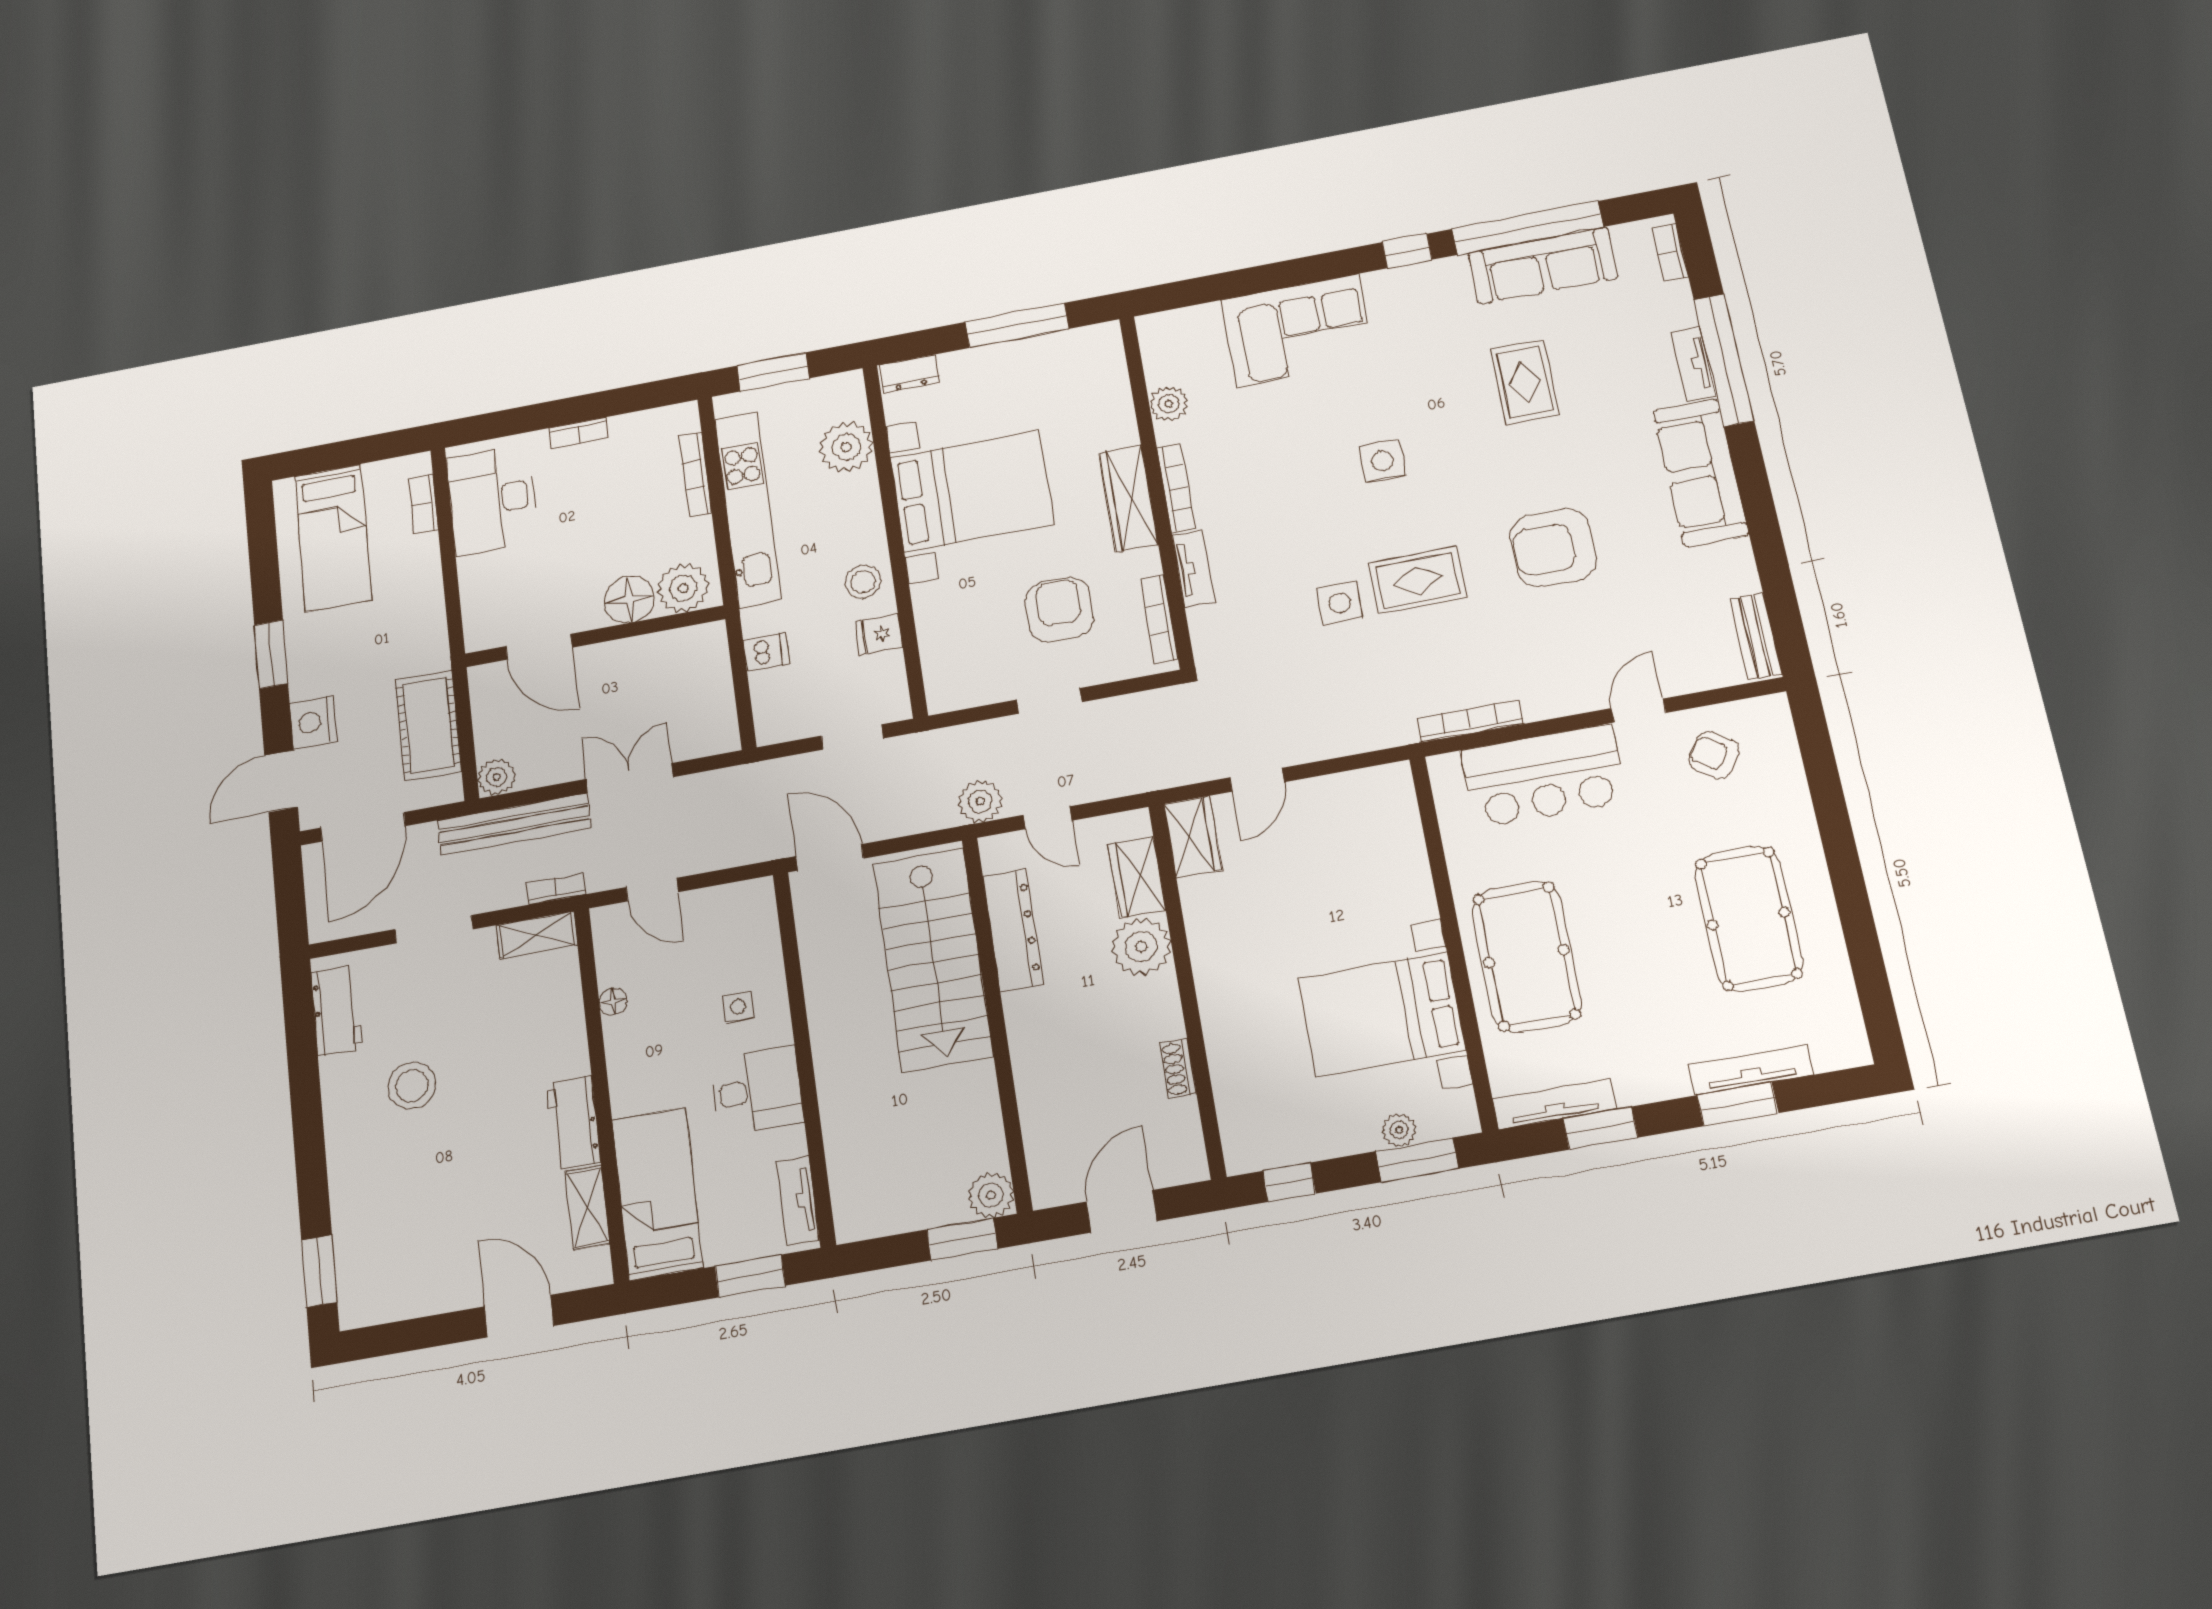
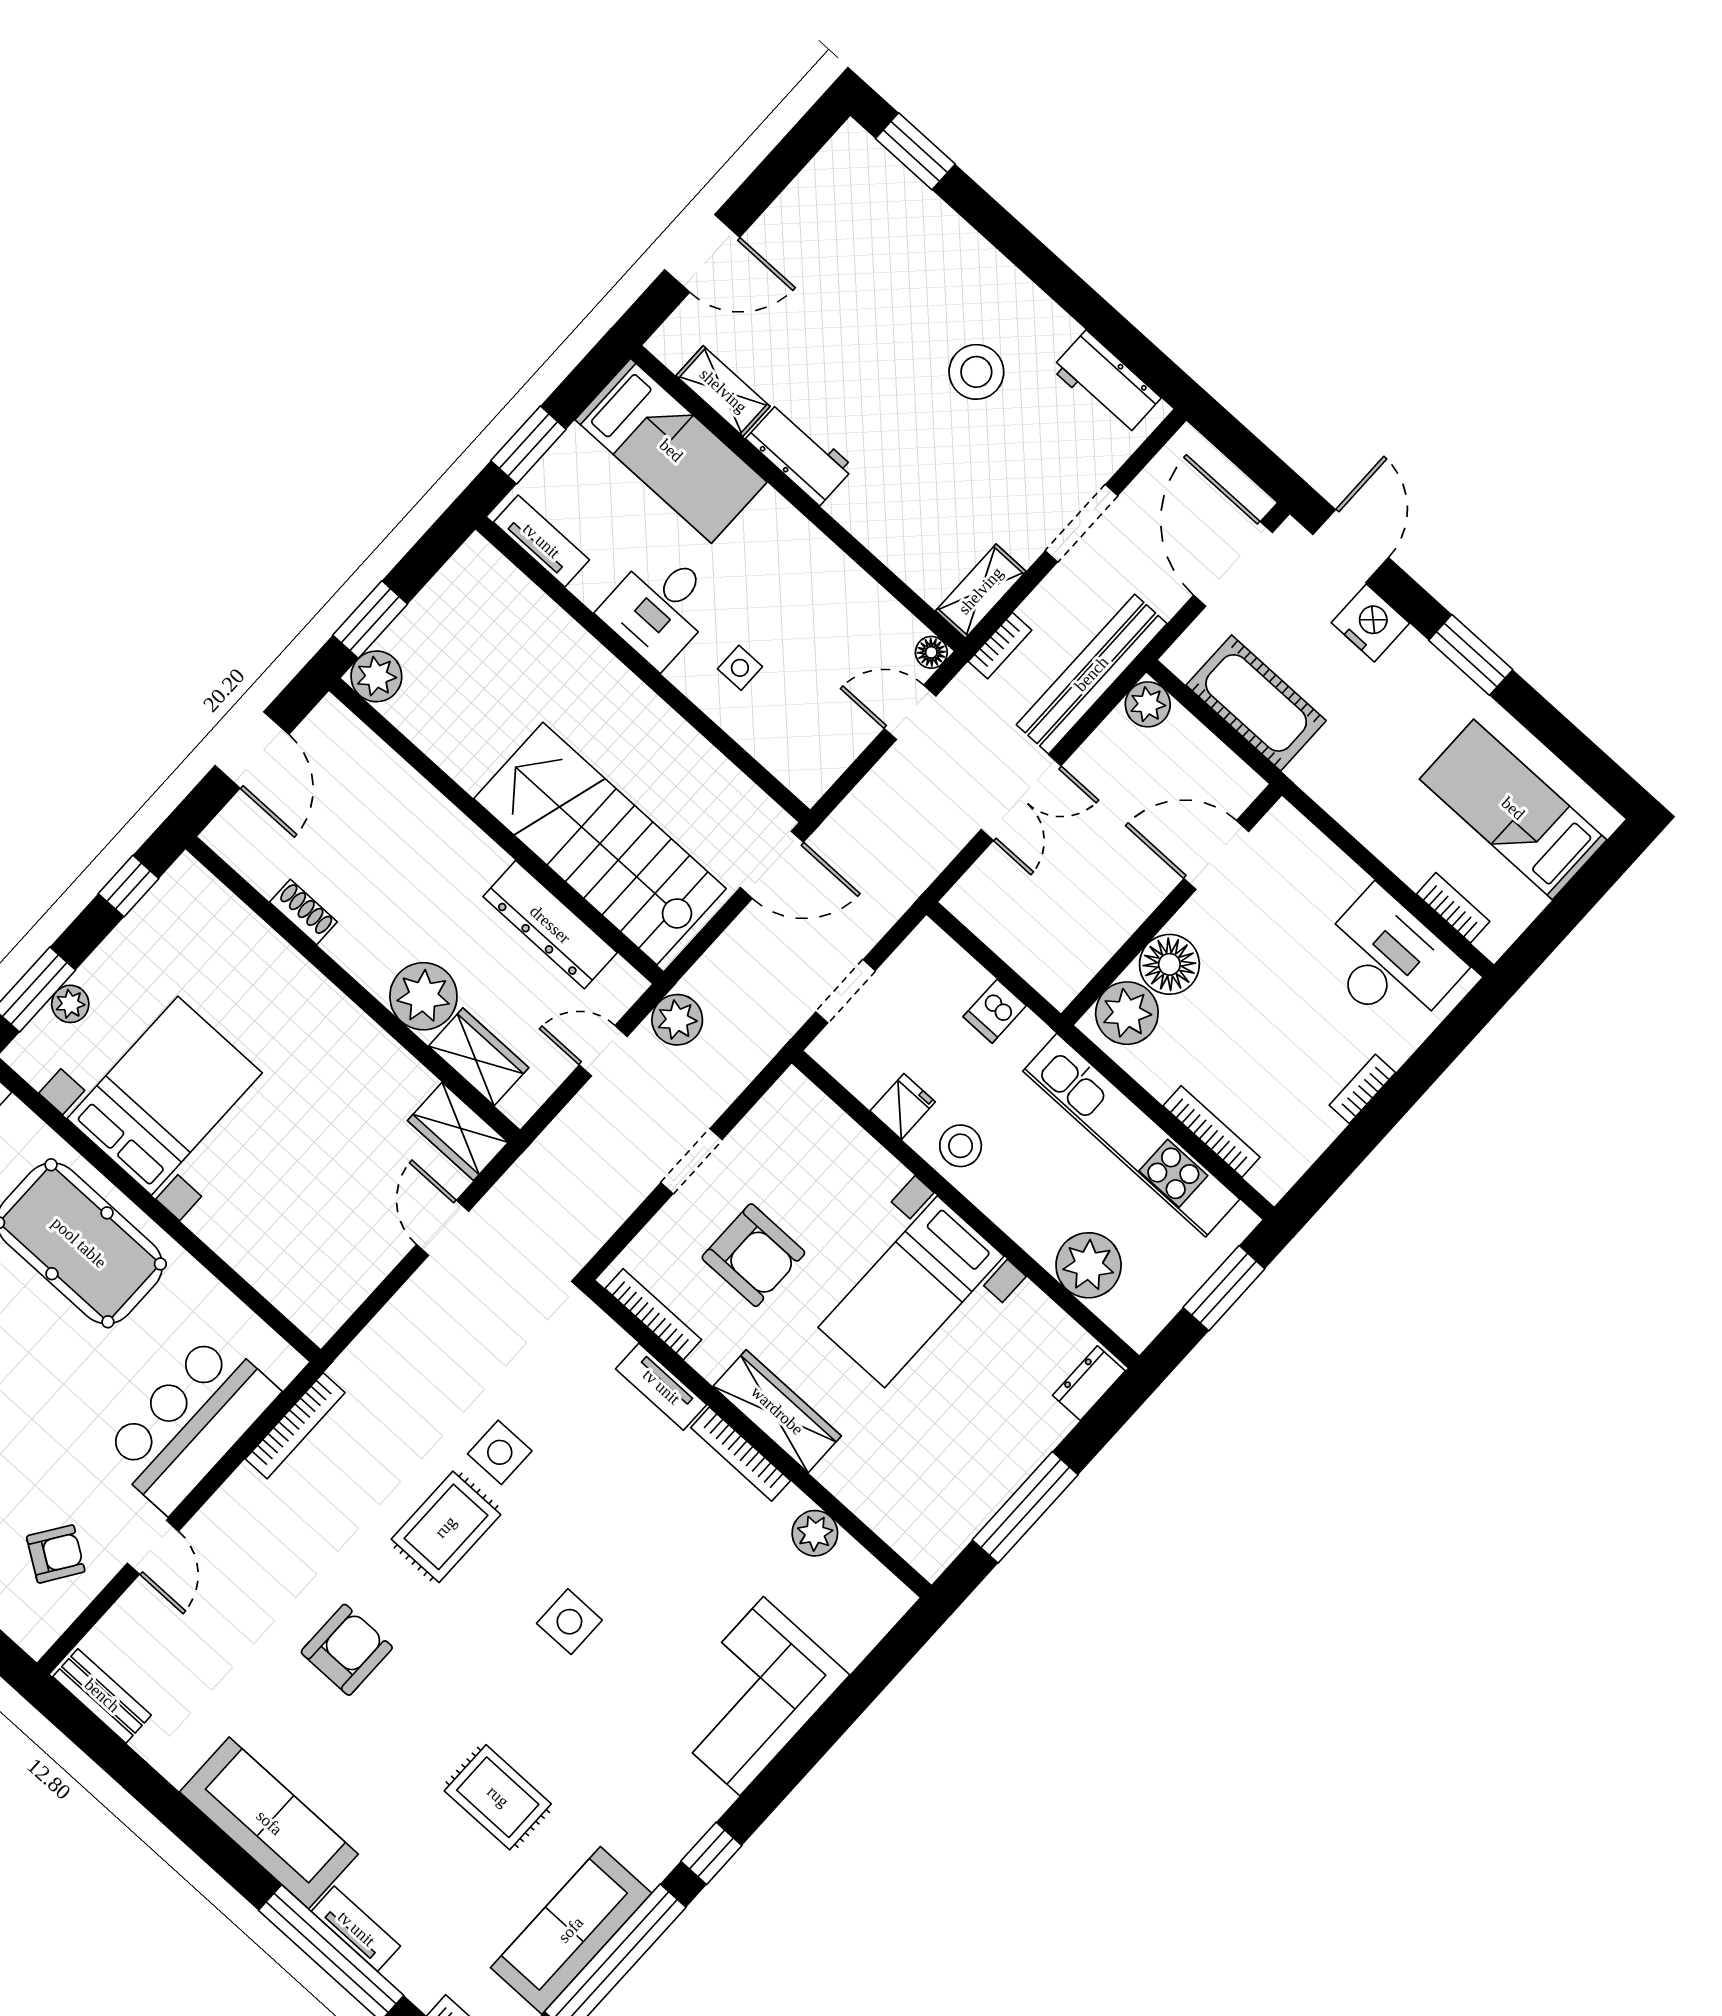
bed with nightstands: (972, 491) -> (911, 1292), width x0.73
armchair: (1553, 548) -> (347, 1650), width x0.73, depth x0.73
floor lamp: (613, 1002) -> (931, 652), moved

